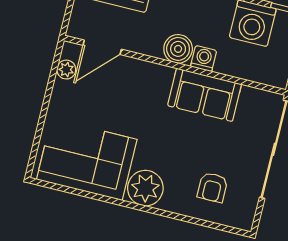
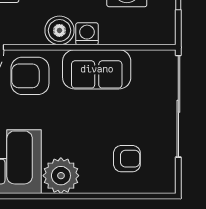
armchair: (139, 85) -> (30, 76), added
armchair: (212, 187) -> (127, 159), turned -90

